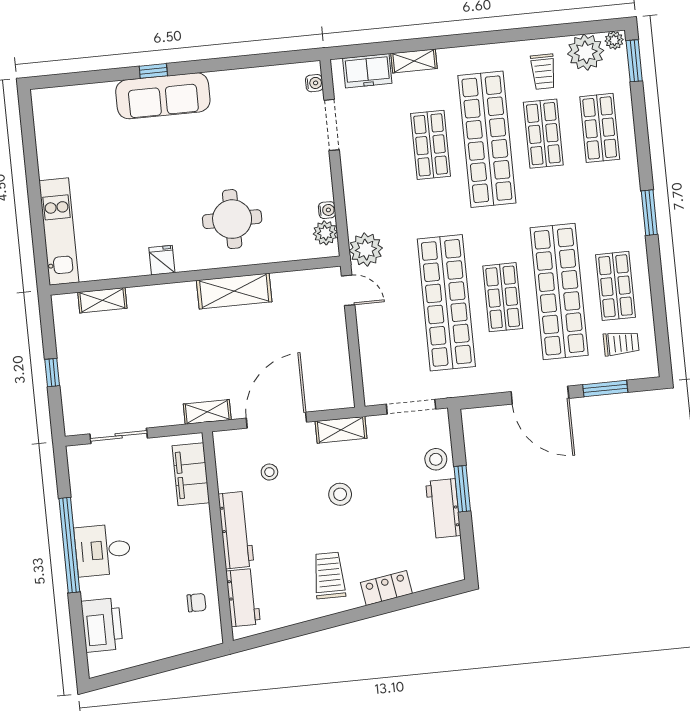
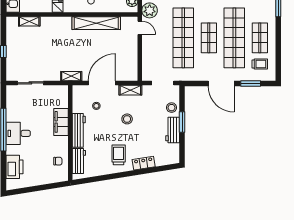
shelving: (234, 291) -> (96, 23), width x1.47
filing cabinet: (191, 474) -> (61, 122), moved

